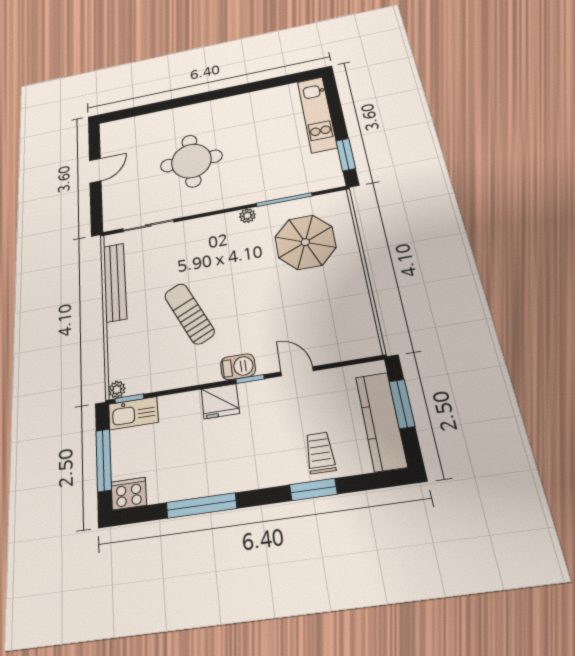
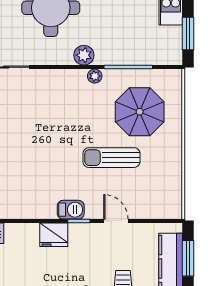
plant: (232, 198) -> (84, 55), added
sun lounger: (189, 314) -> (111, 158), moved, turned -65

